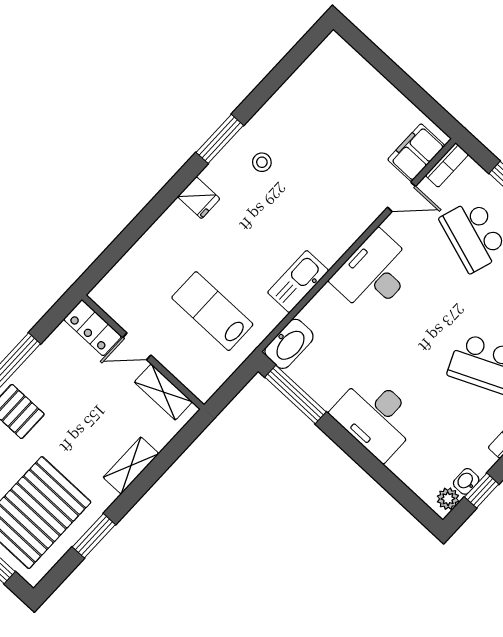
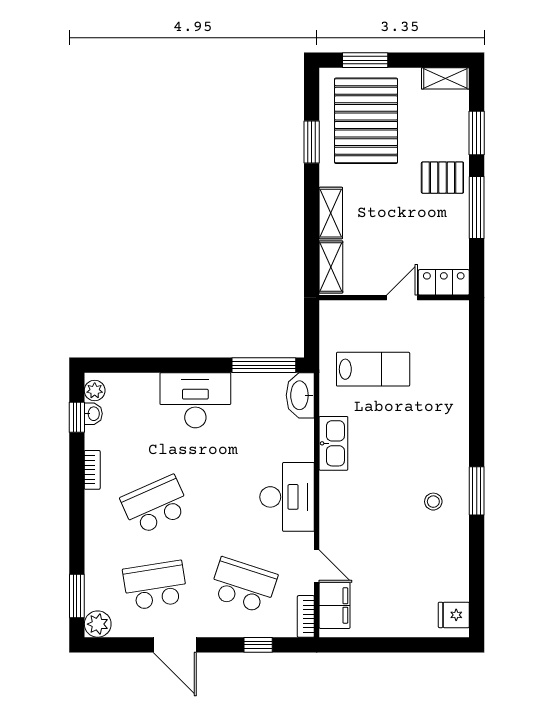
door: (401, 197) -> (317, 566), swing flipped
fridge: (199, 198) -> (454, 615), moved
shelving: (163, 392) -> (331, 267), moved, turned 90

